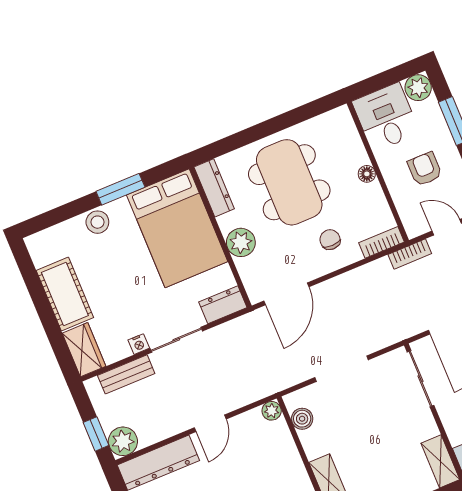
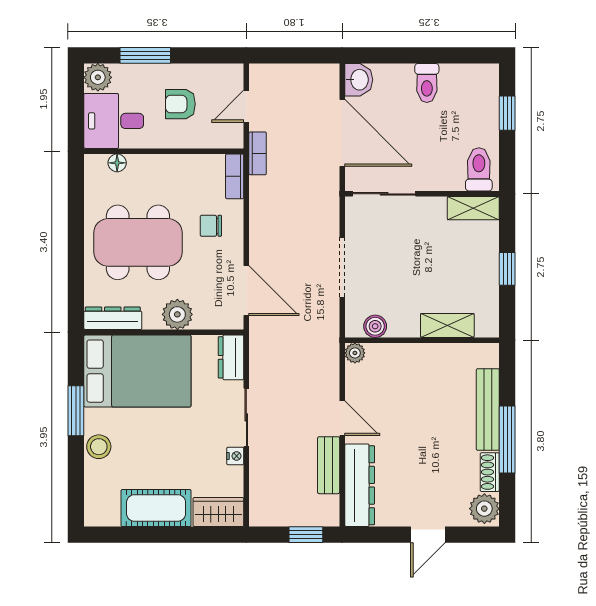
floor lamp: (367, 174) -> (117, 163), moved
bench: (126, 374) -> (329, 465), moved
plant: (123, 441) -> (324, 511), removed

